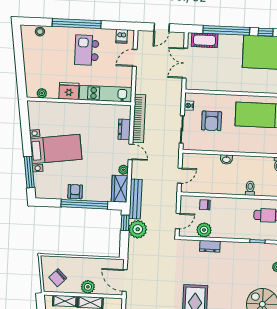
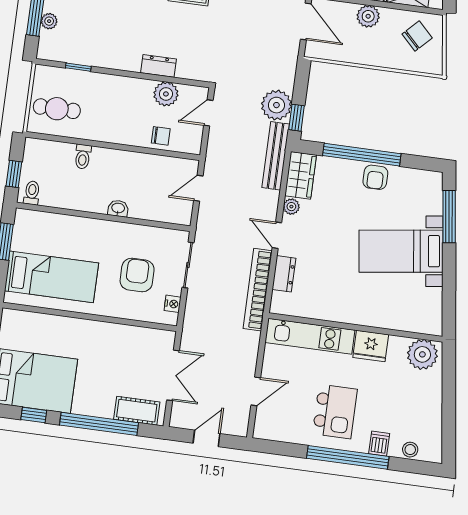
dishwasher: (122, 36) -> (379, 444), moved
plant: (42, 93) -> (422, 354), width x1.88, depth x1.88

